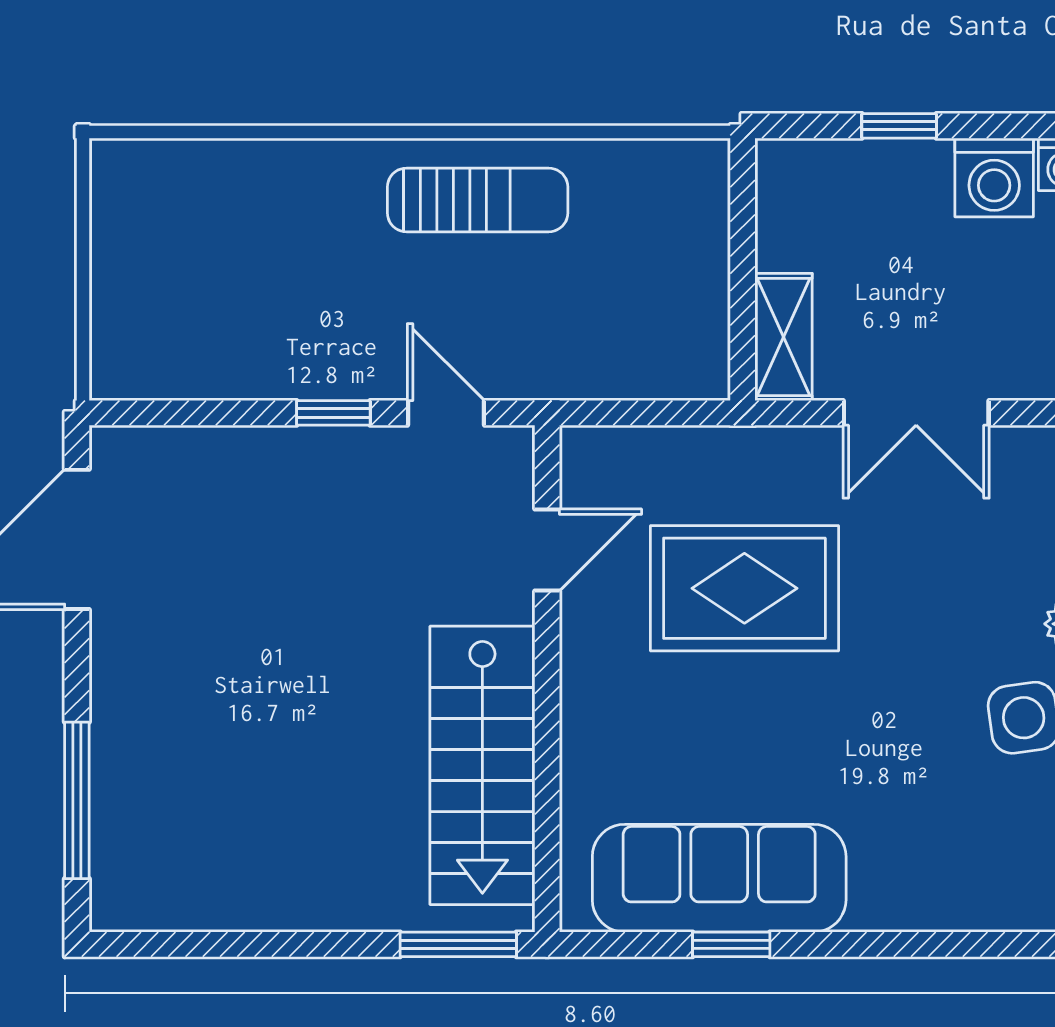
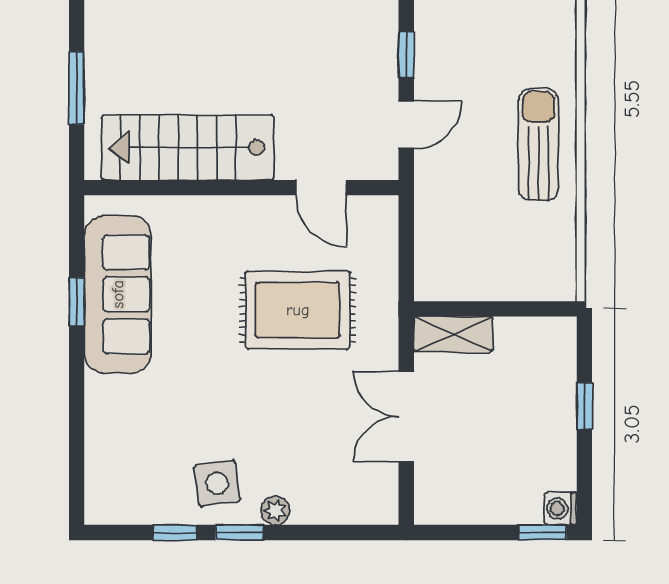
washing machine: (994, 177) -> (552, 465), removed
sun lounger: (478, 200) -> (538, 144), turned 180
rug: (744, 588) -> (298, 310), turned 90
window: (458, 944) -> (77, 88), moved

